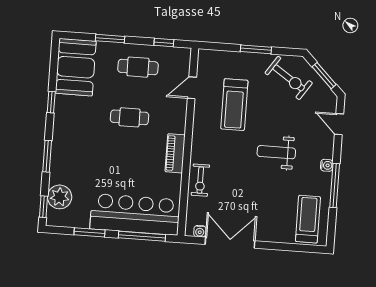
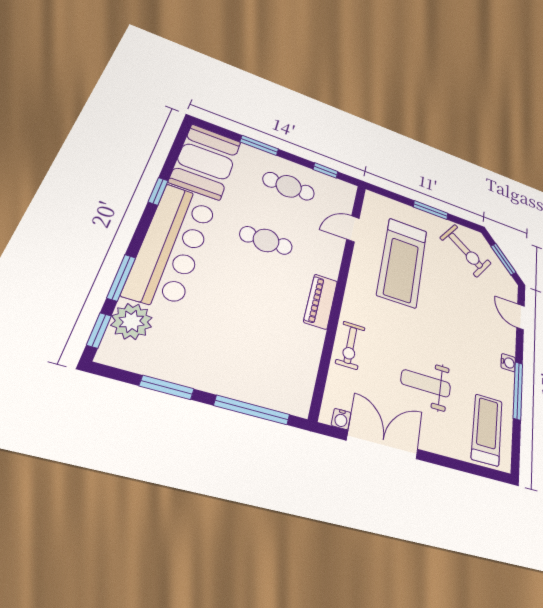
treadmill: (234, 105) -> (402, 262), width x1.37, depth x1.38
weight bench: (276, 152) -> (426, 383), moved
window: (47, 156) -> (121, 278), moved
bar counter: (135, 214) -> (172, 246), moved, turned 90

